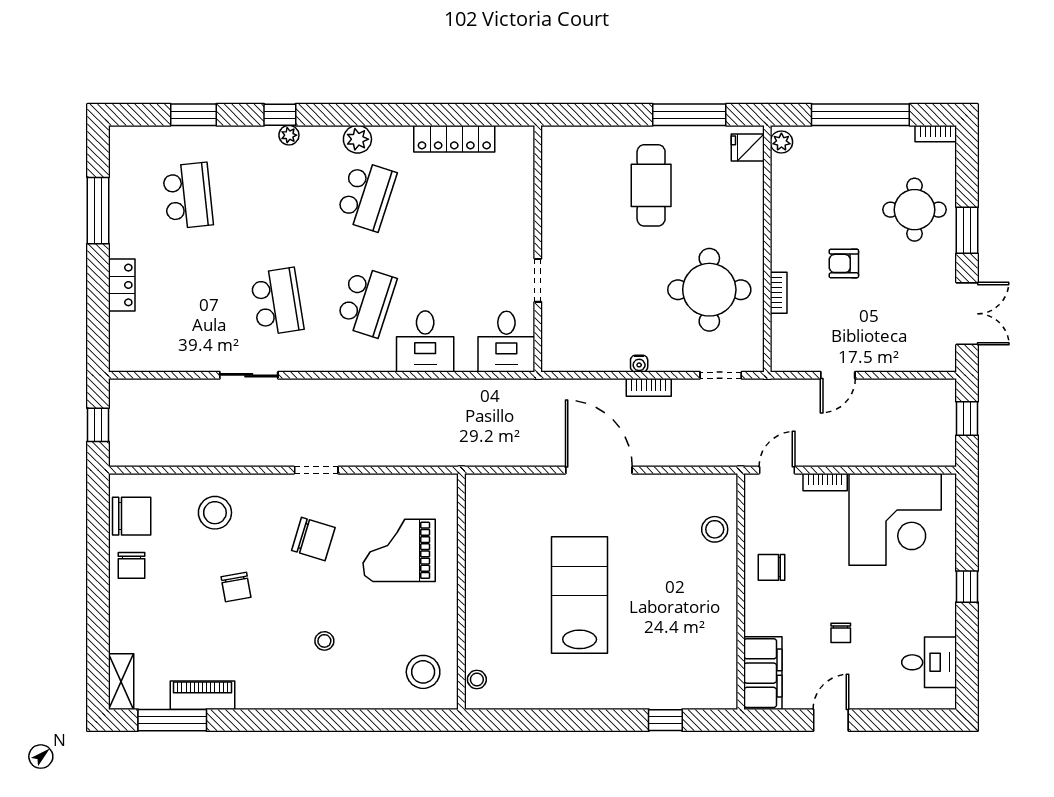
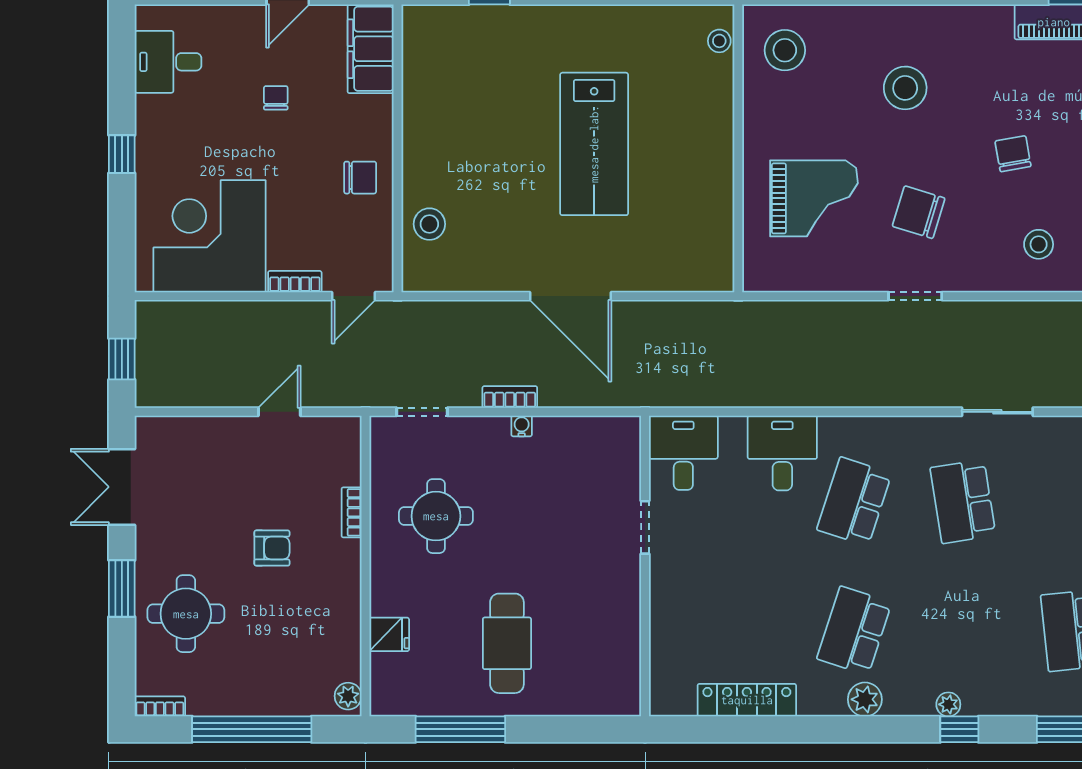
fridge: (748, 147) -> (389, 634), moved
round table: (709, 290) -> (436, 516), width x0.73, depth x0.73
stool: (215, 513) -> (1039, 244), width x0.73, depth x0.73
stool: (324, 641) -> (905, 88), width x1.89, depth x1.89

